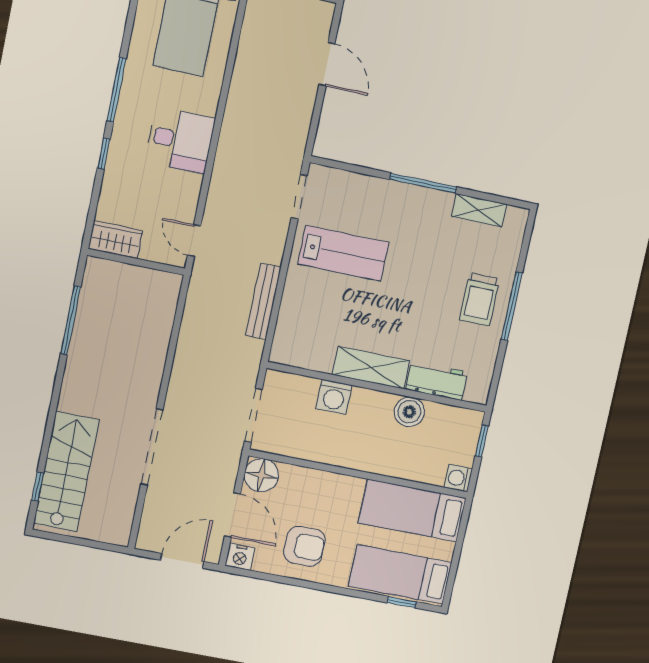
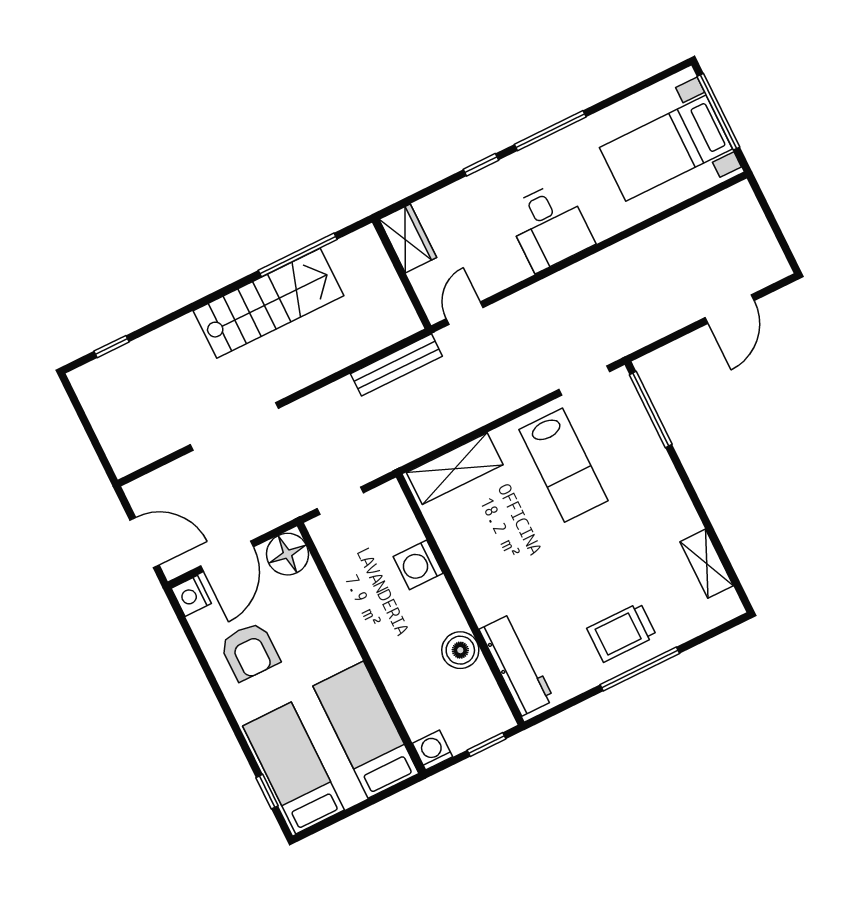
window: (423, 183) -> (651, 409), moved
bench: (263, 301) -> (396, 365), moved
shelving: (371, 368) -> (455, 469), moved, turned 90
workbench: (437, 381) -> (517, 665), width x1.38
doorway: (253, 415) -> (340, 501), width x0.73
stairs: (66, 472) -> (268, 303), moved

